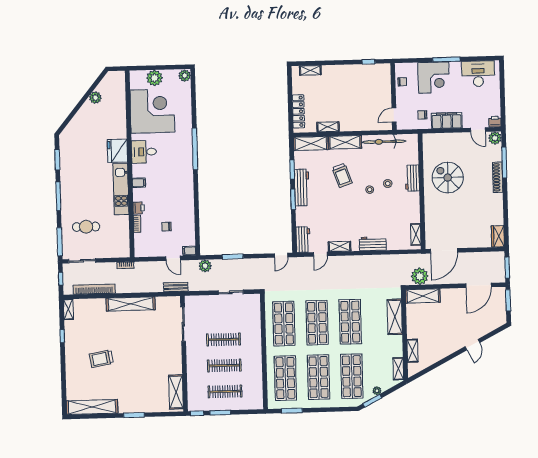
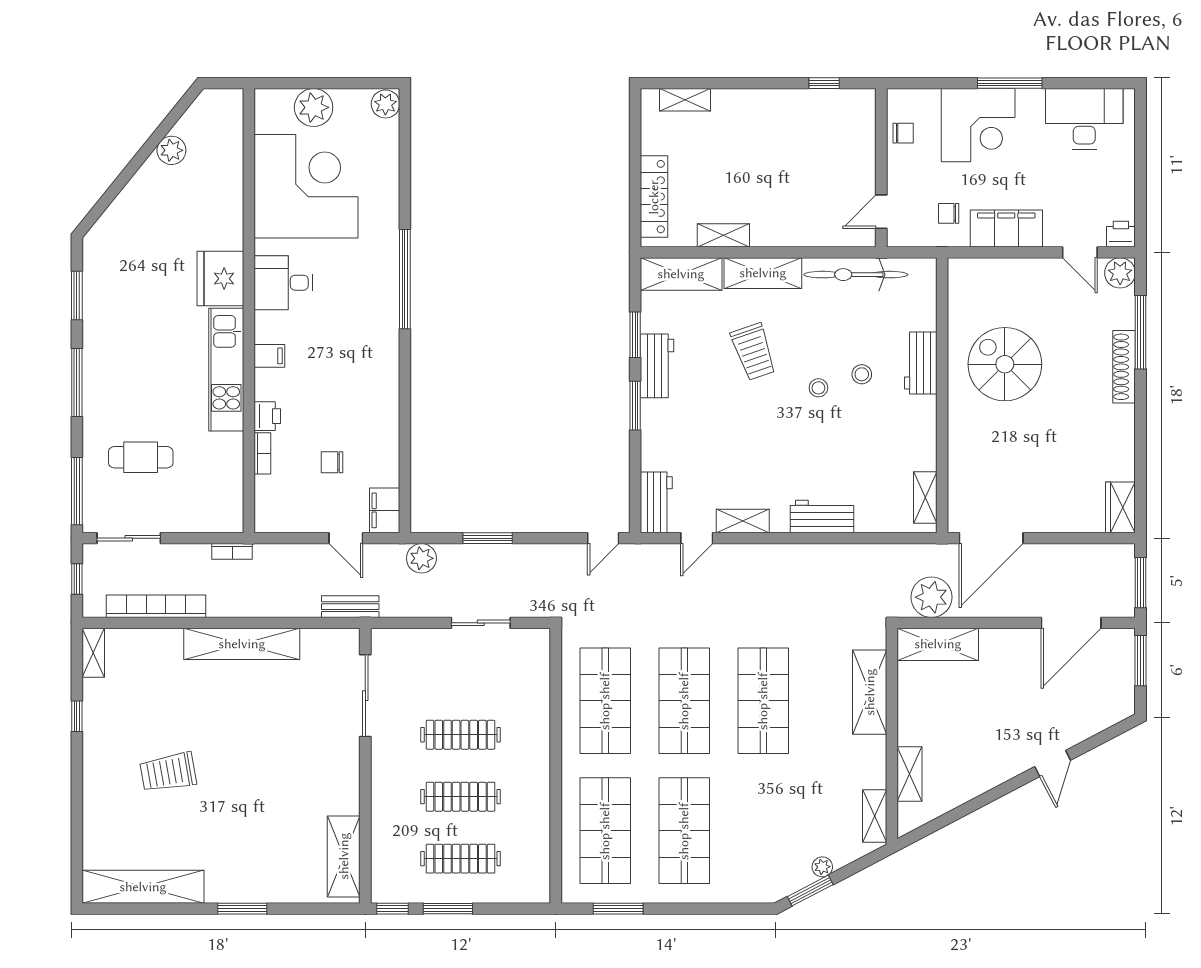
workbench: (302, 187) -> (657, 366), width x0.73
filing cabinet: (189, 251) -> (385, 510), width x2.00
shop shelf: (352, 376) -> (763, 831), removed

